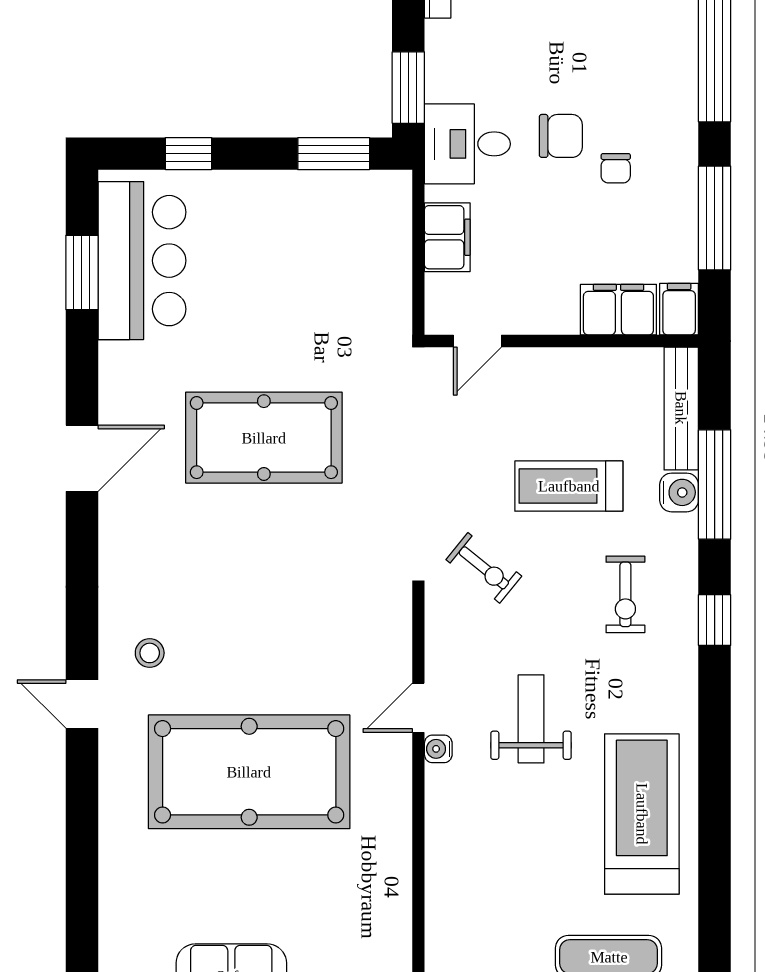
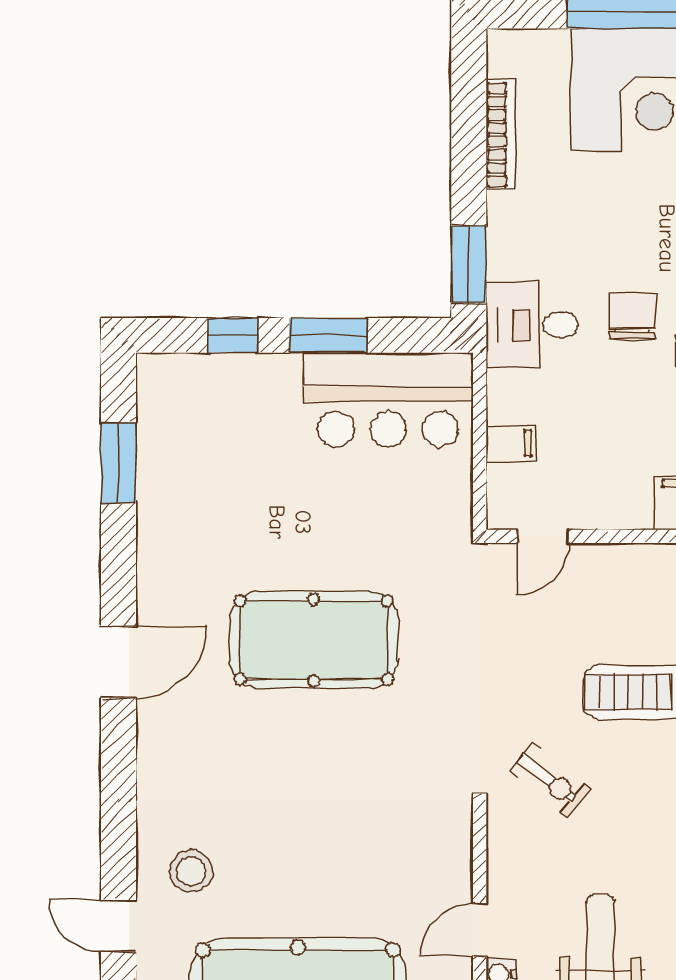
chair: (561, 136) -> (632, 316), turned -90
window: (334, 154) -> (328, 335), moved
filing cabinet: (447, 237) -> (511, 443), width x0.50
bar counter: (142, 261) -> (388, 400), moved, turned 90
stool: (150, 653) -> (191, 871), width x1.37, depth x1.37

